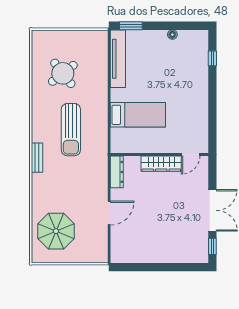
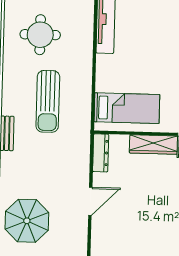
round table: (63, 73) -> (40, 35), turned 38
bed: (138, 115) -> (127, 108), moved

